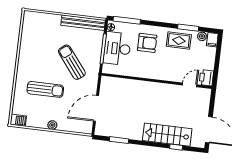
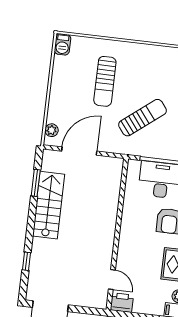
door: (96, 108) -> (79, 151), hinge flipped
plant: (52, 125) -> (52, 130), moved
stairs: (167, 135) -> (49, 205), moved

